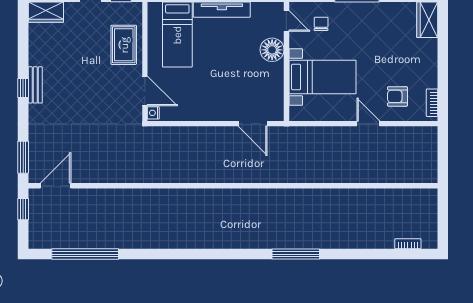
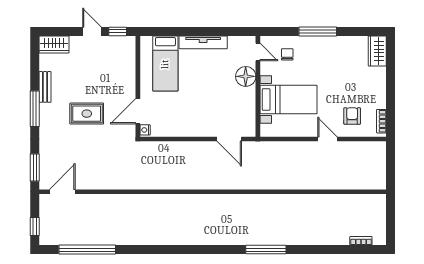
rug: (124, 45) -> (87, 114), moved, turned 90
bench: (35, 85) -> (45, 87), moved
window: (23, 88) -> (35, 109), width x2.17
door: (145, 91) -> (138, 111), swing flipped
armchair: (397, 96) -> (352, 116), turned 90
window: (23, 209) -> (35, 226), moved

